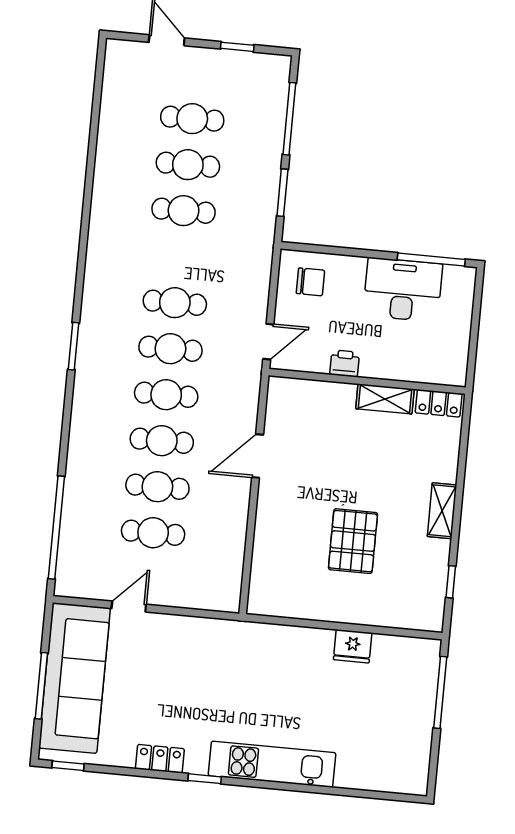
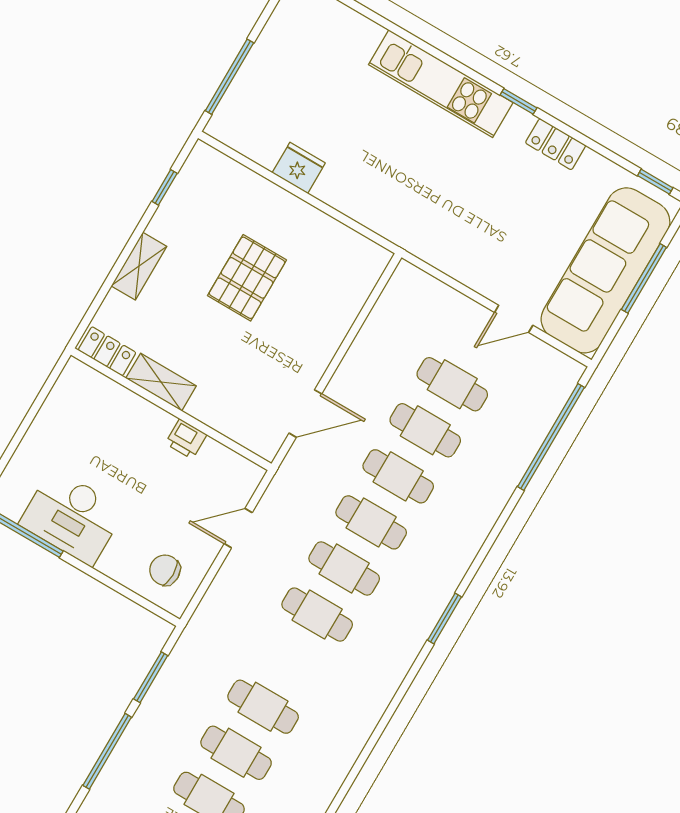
printer: (345, 363) -> (186, 439), moved
wall: (367, 381) -> (171, 409), moved
shelving: (385, 399) -> (161, 382), moved
locker: (439, 403) -> (107, 351), moved

